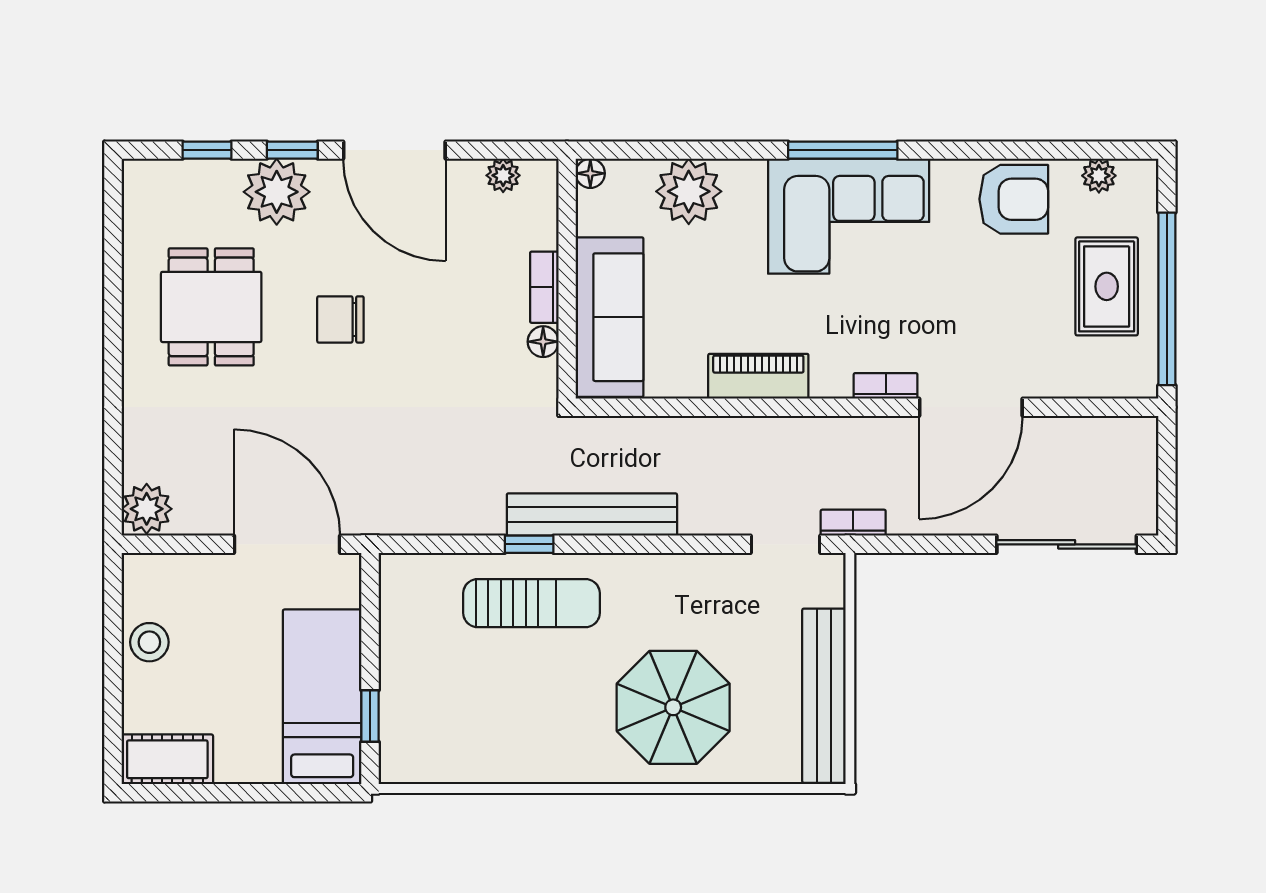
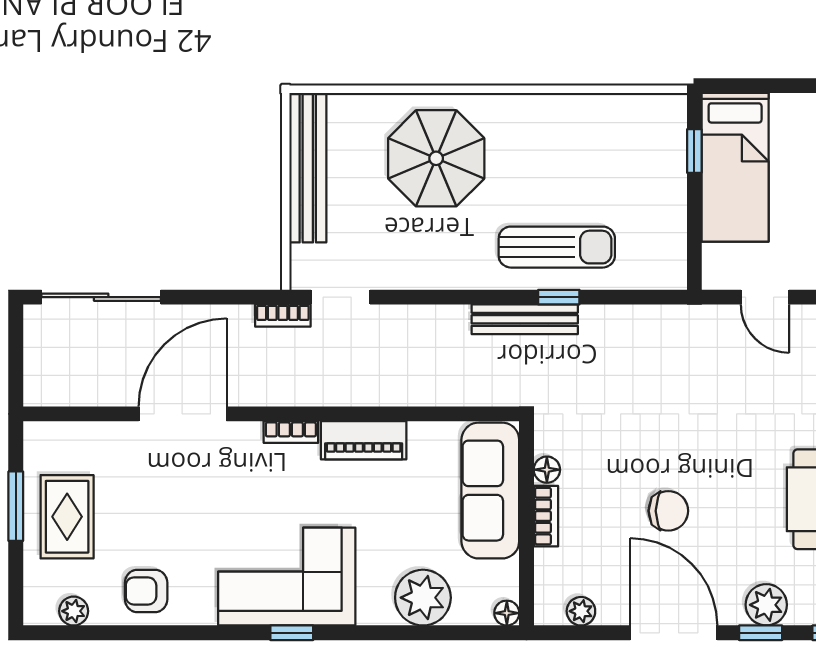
window: (843, 150) -> (292, 633), width x0.46
plant: (277, 192) -> (766, 605), width x0.73, depth x0.73
armchair: (1014, 199) -> (146, 591), width x0.72, depth x0.72
window: (1167, 299) -> (16, 506), width x0.47
chair: (340, 319) -> (668, 511), moved
bookcase: (886, 386) -> (291, 432), moved
bench: (592, 515) -> (525, 319), width x0.73, depth x0.82
door: (287, 544) -> (765, 297), width x0.53
sun lounger: (532, 603) -> (557, 247), turned 180

